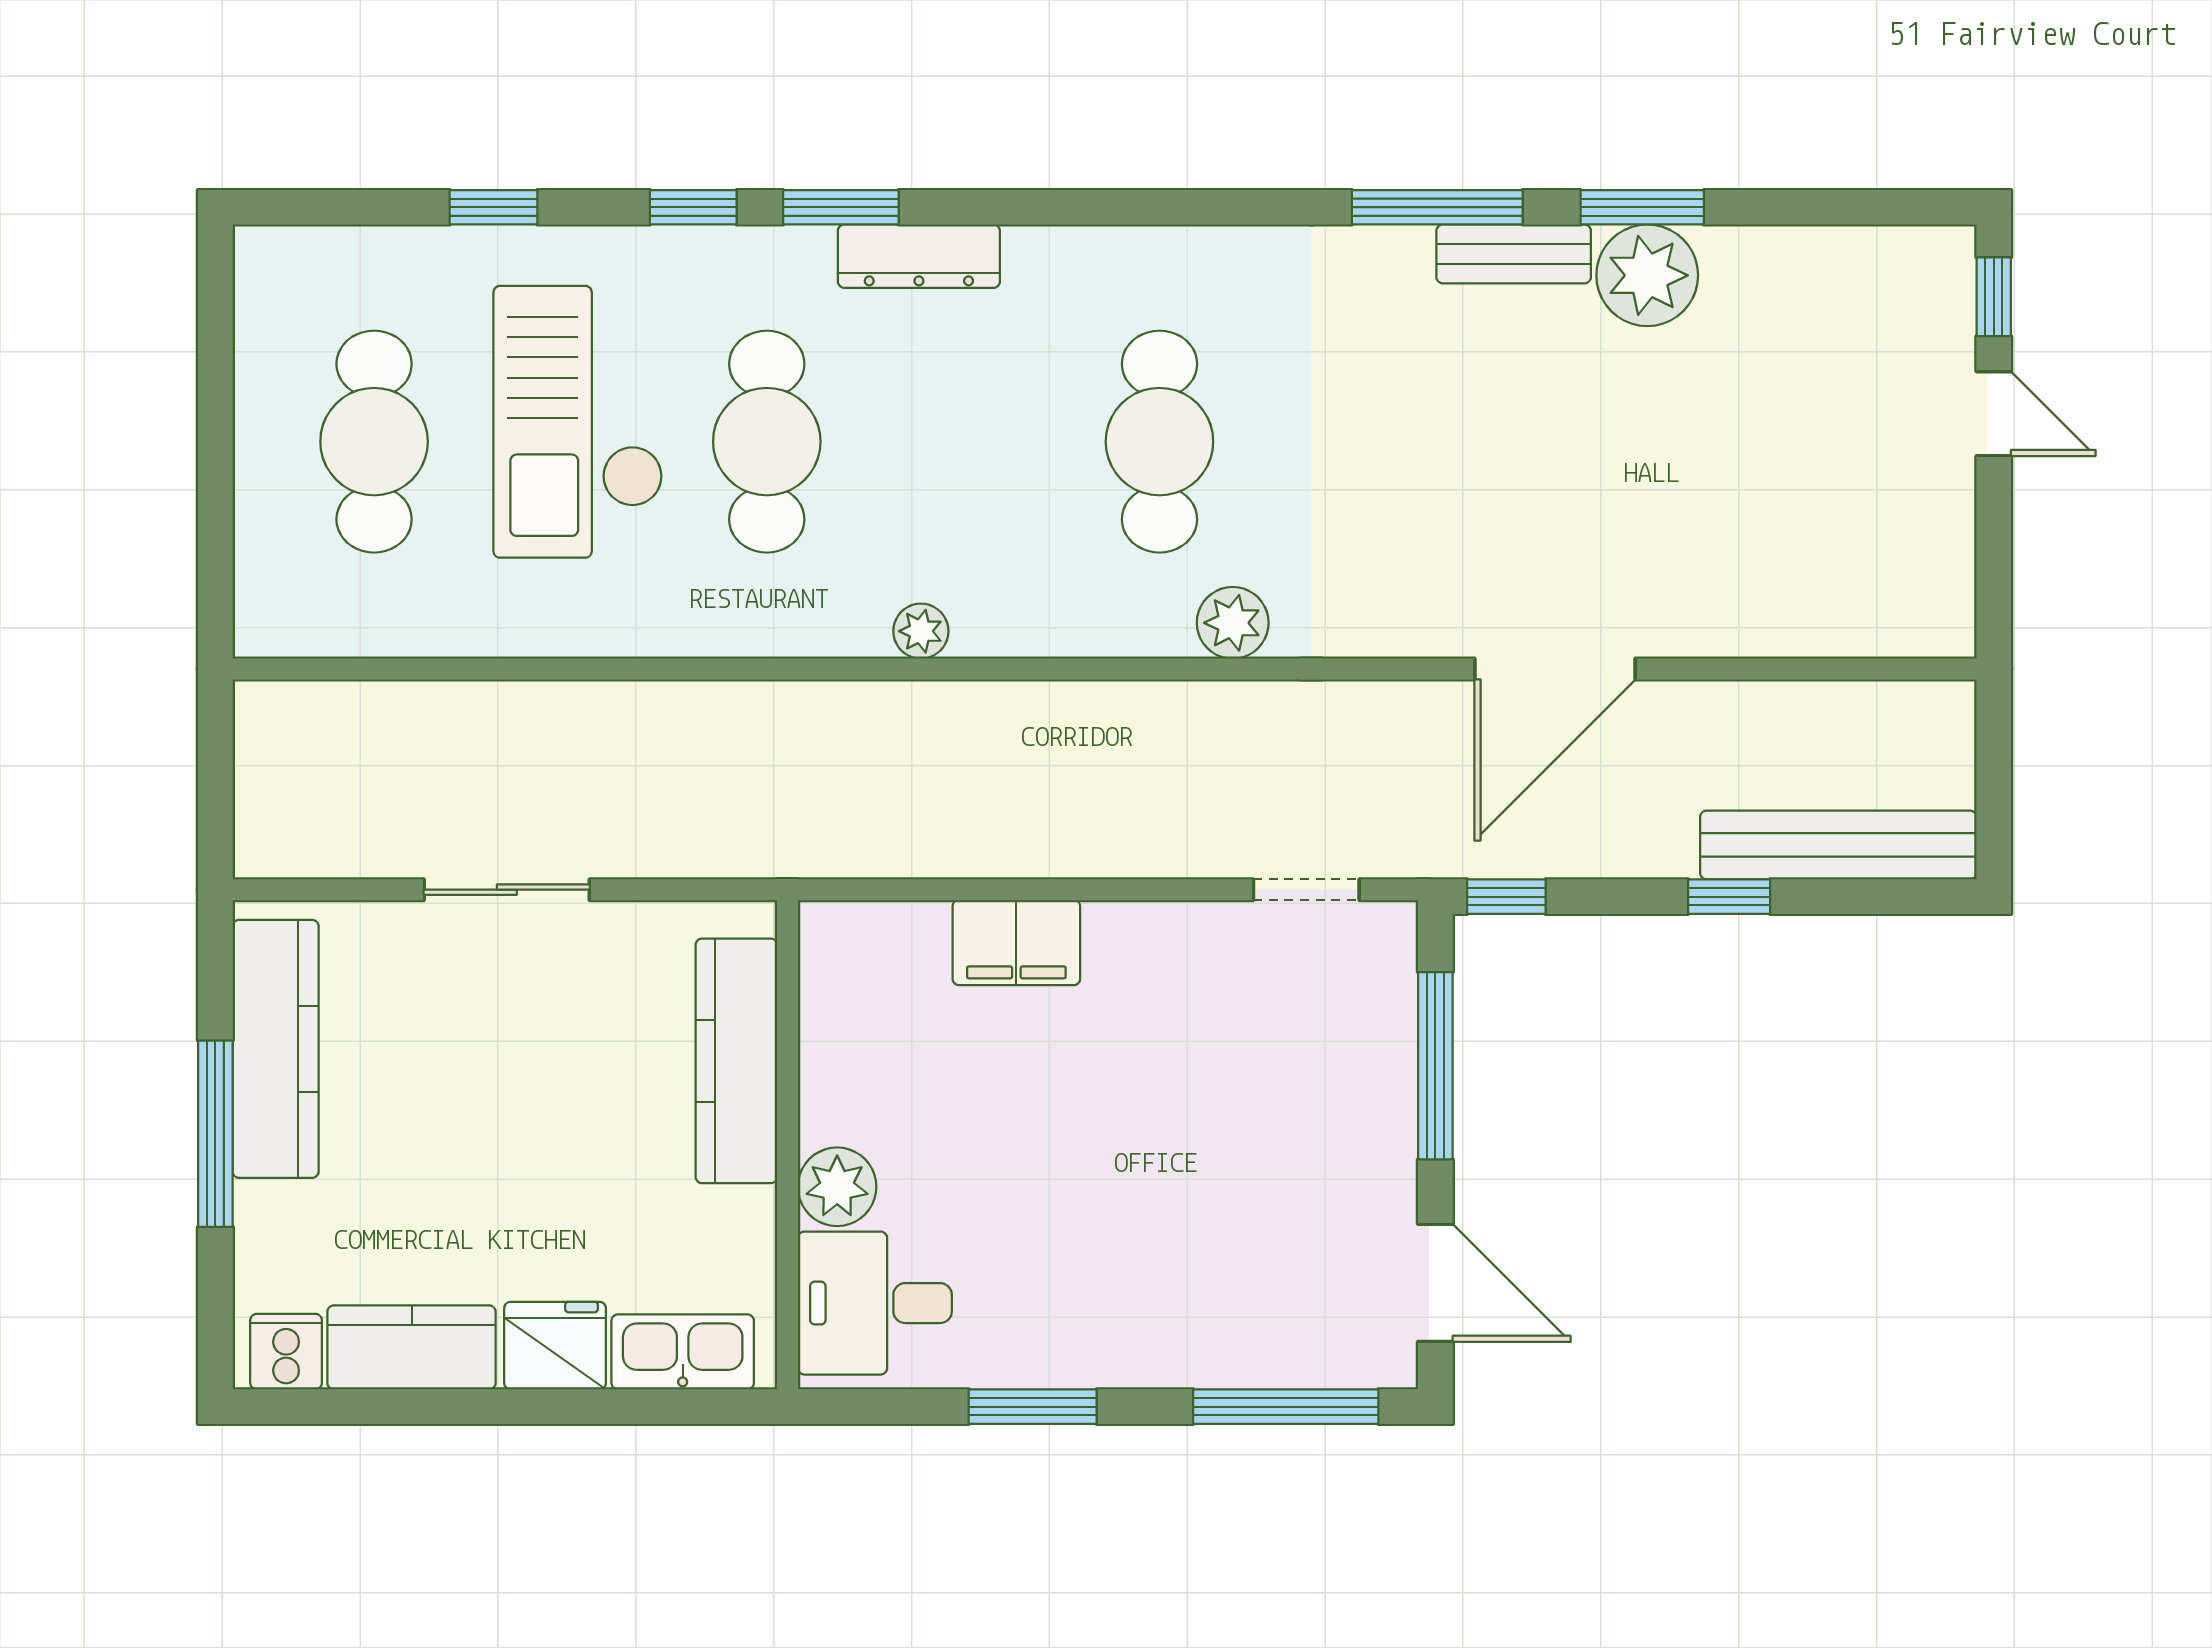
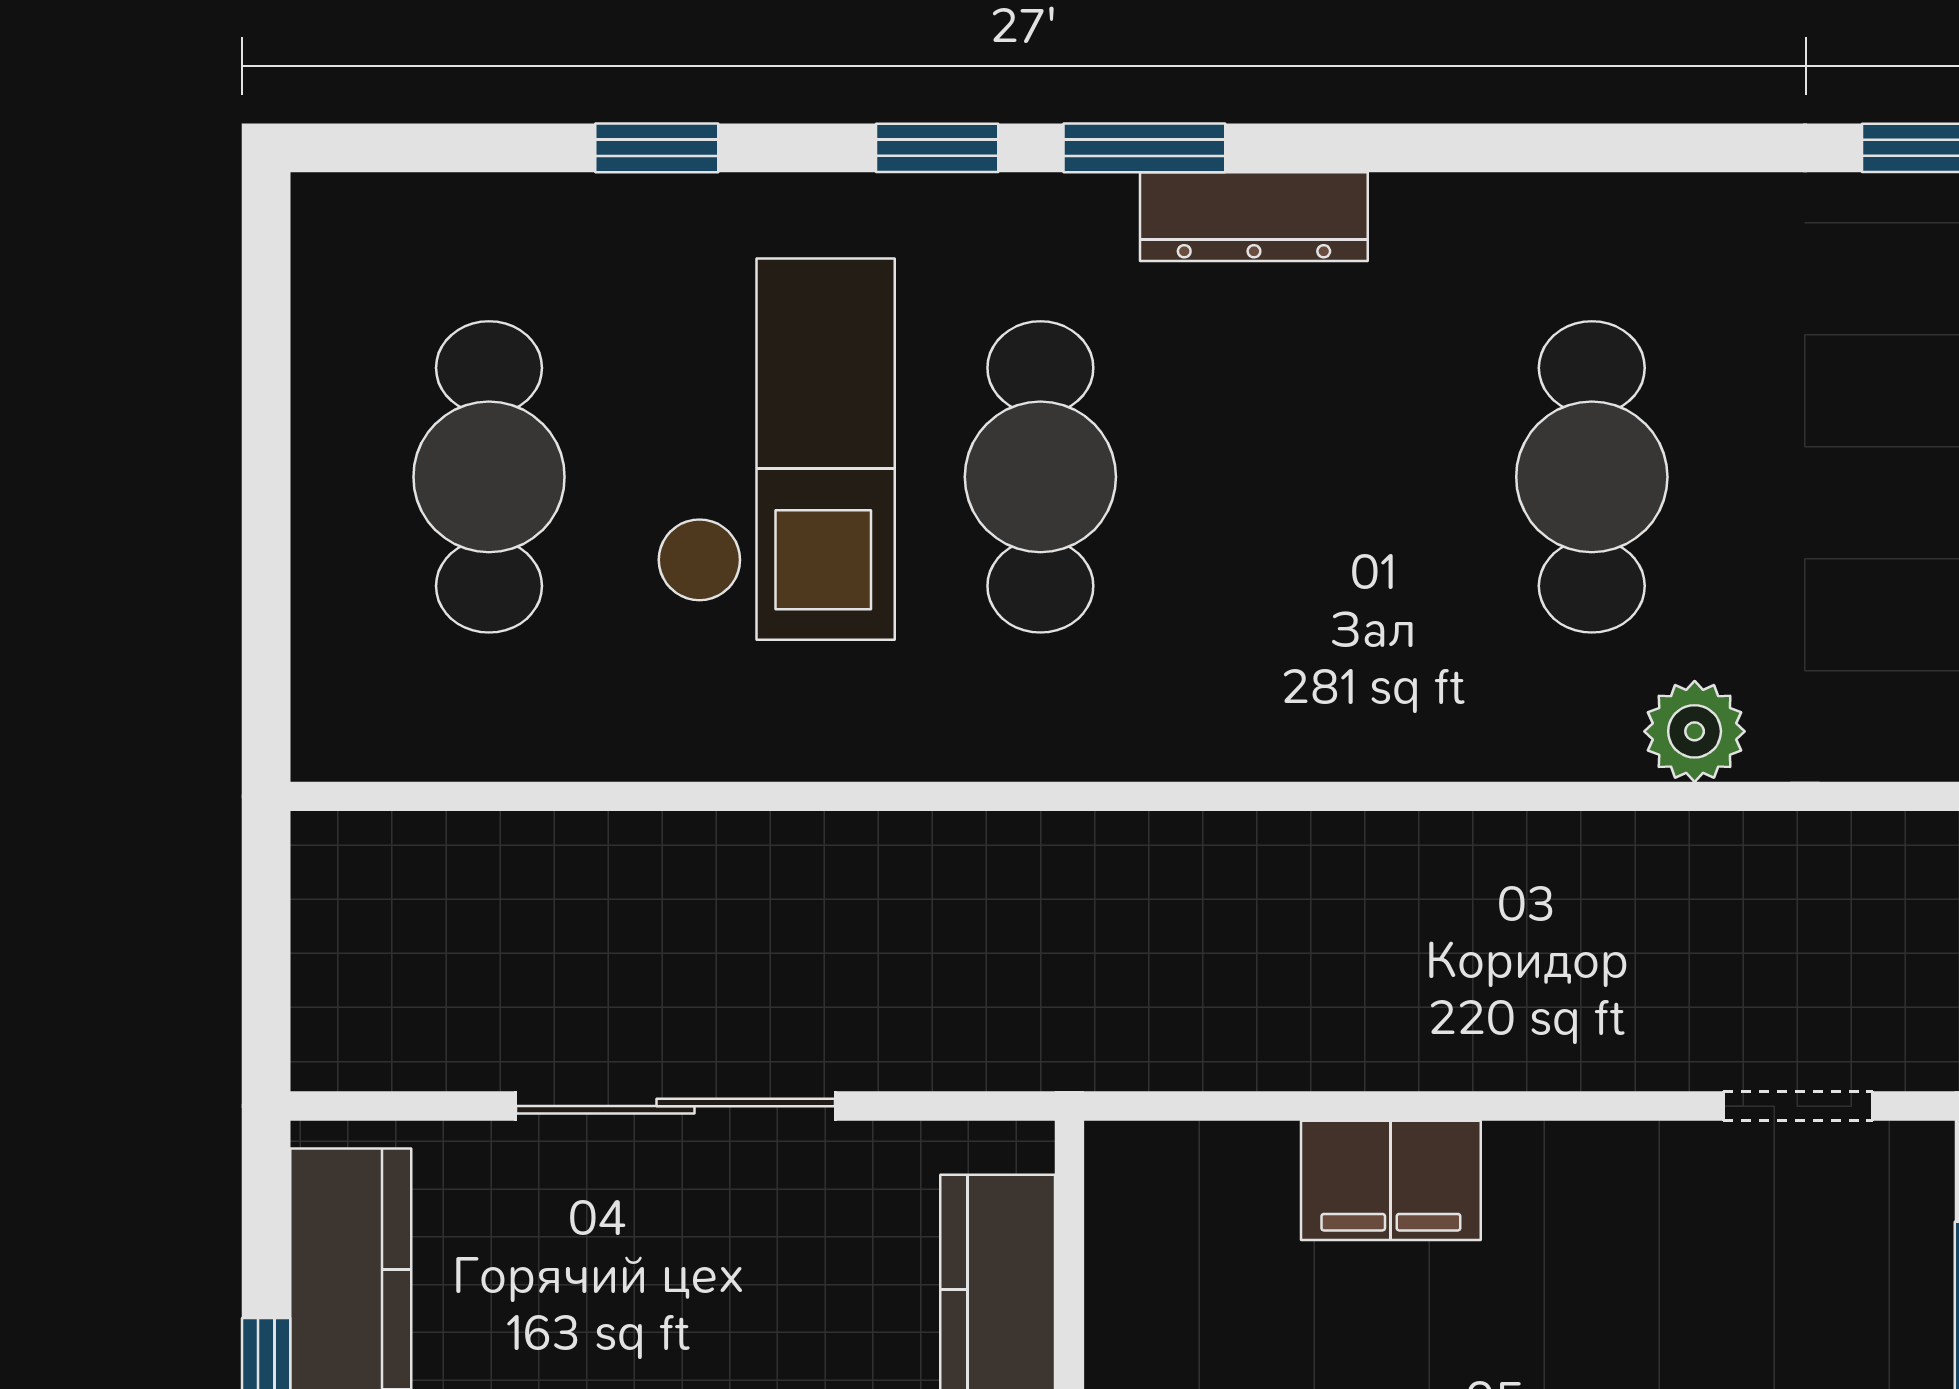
checkout: (578, 422) -> (776, 449), turned 180
plant: (921, 631) -> (1257, 743), removed
sliding door: (507, 890) -> (675, 1106), width x1.37

